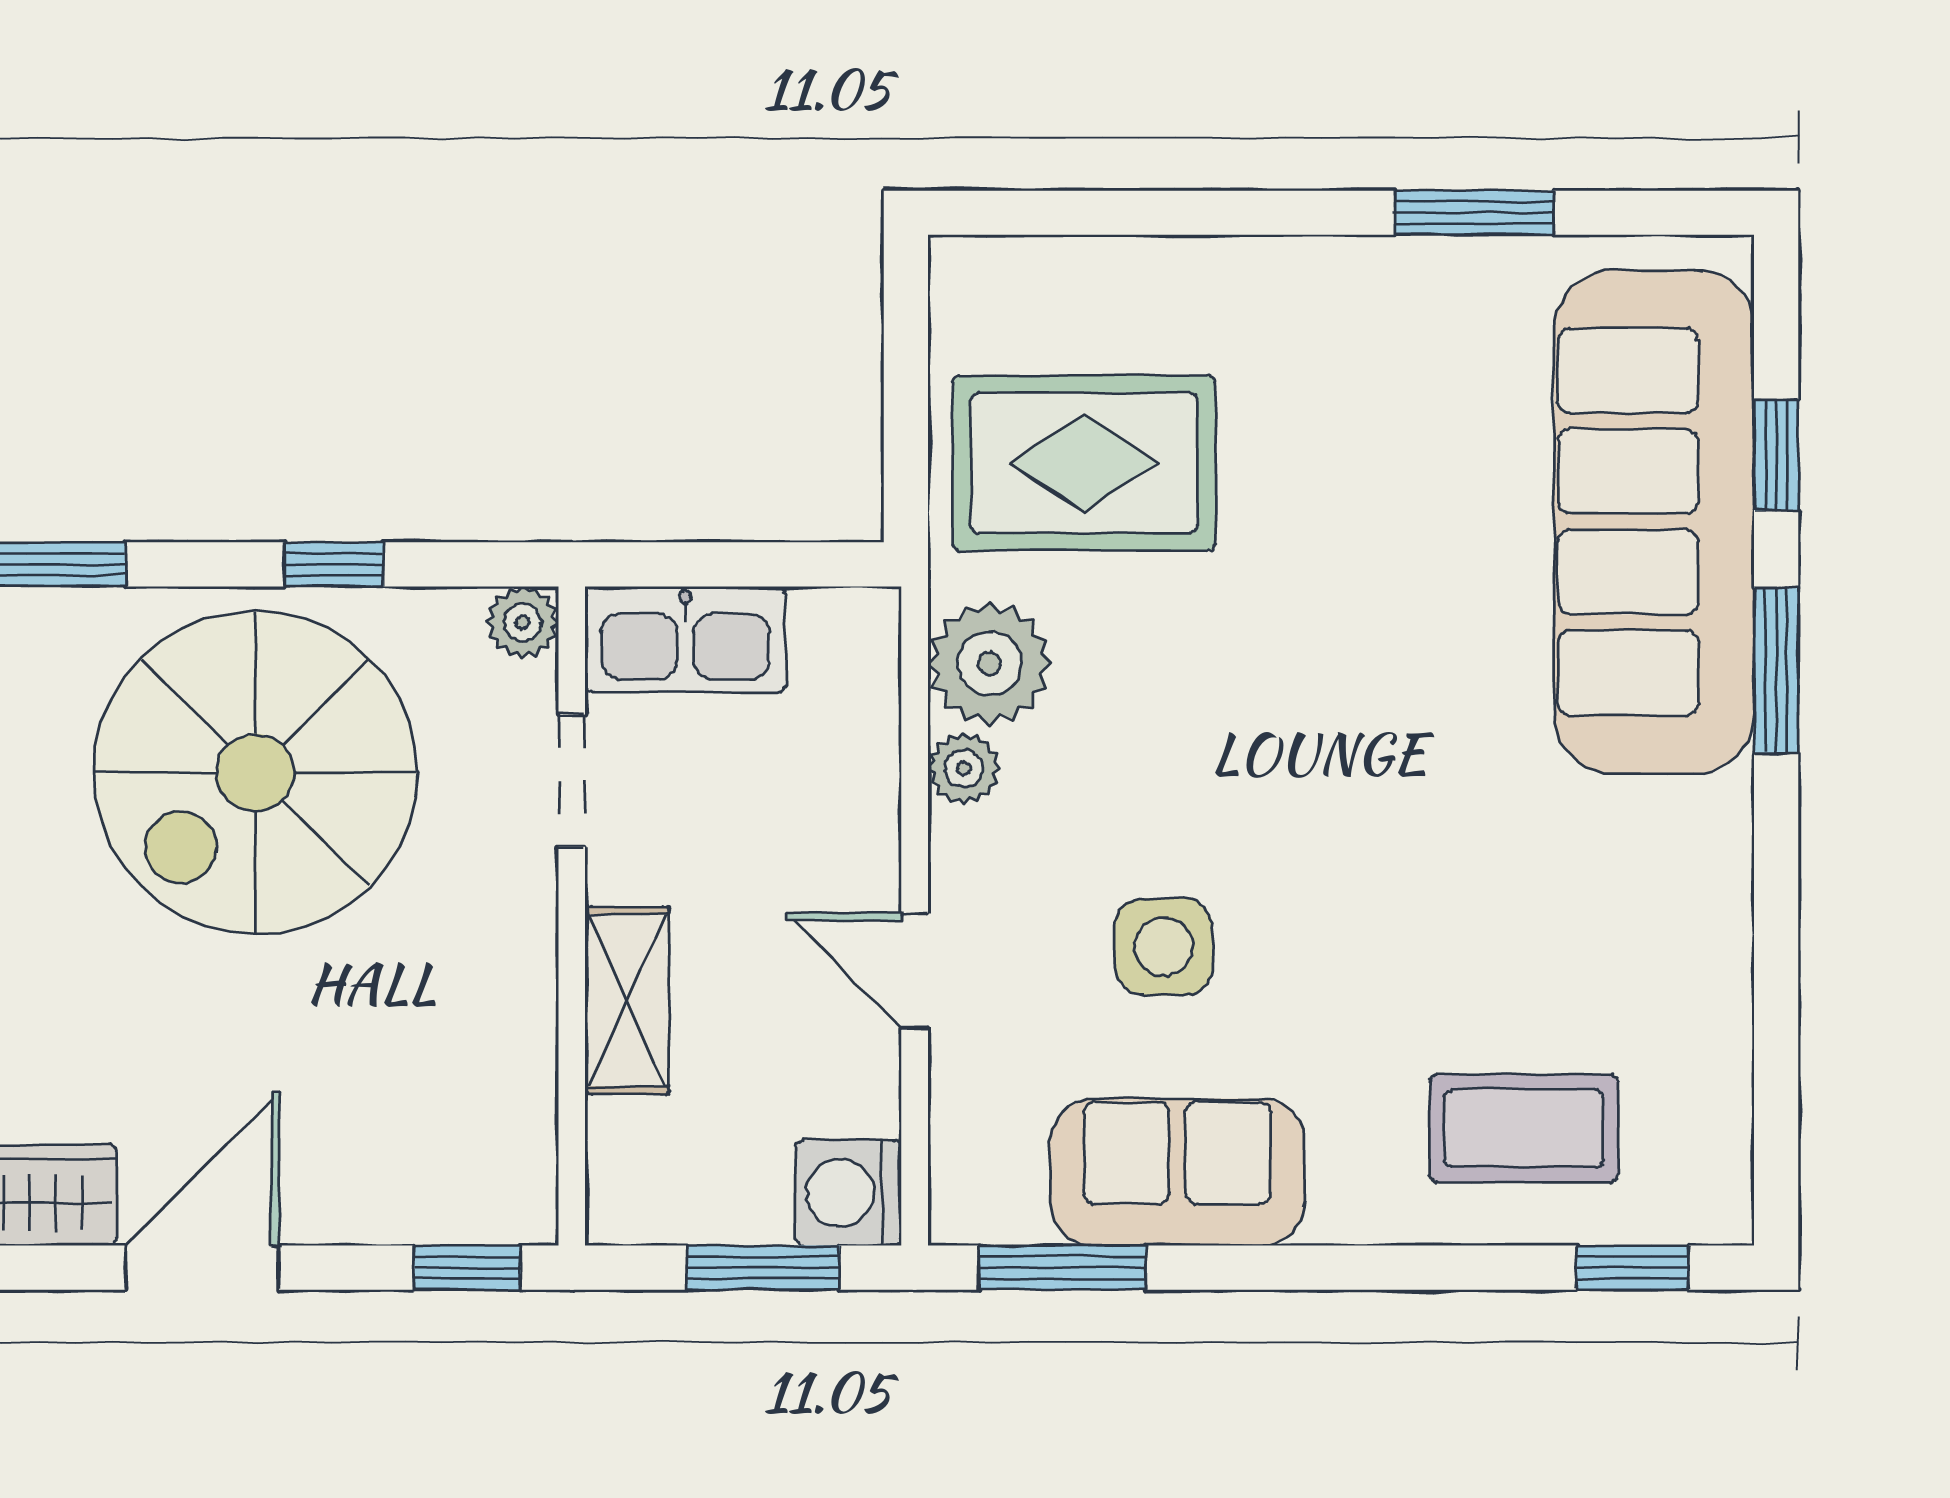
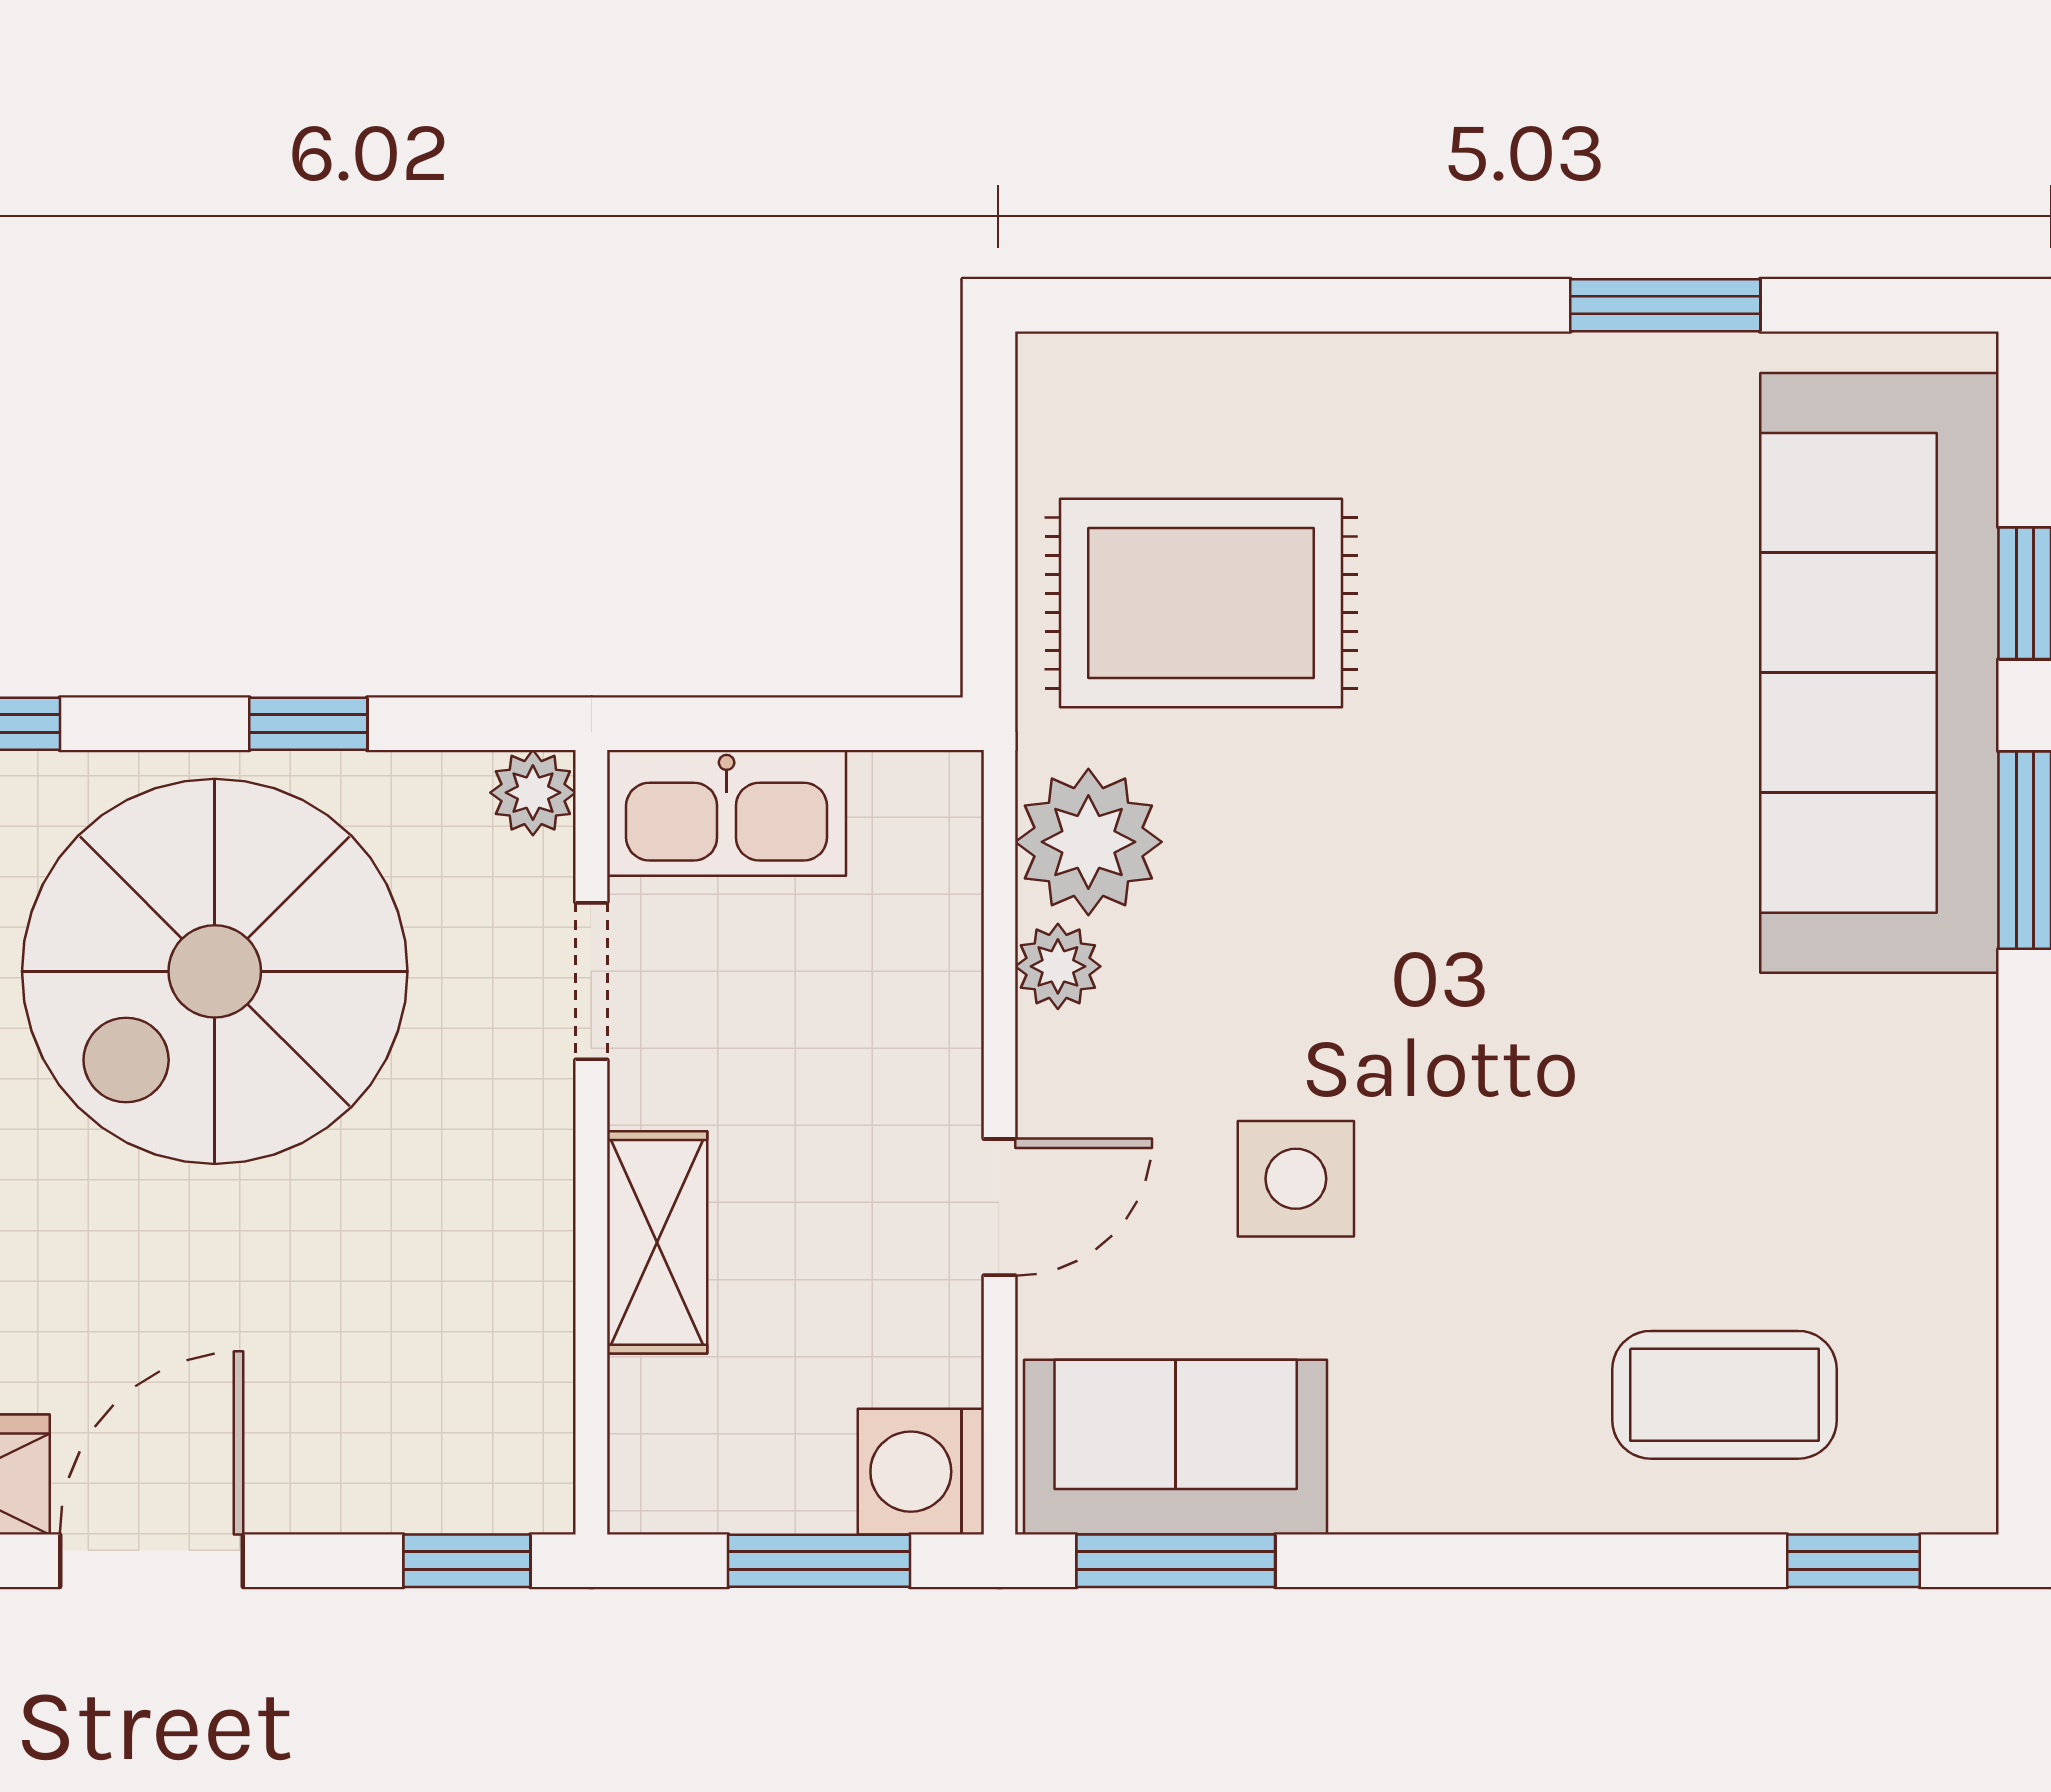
door: (915, 971) -> (999, 1207), swing flipped
sofa: (1177, 1172) -> (1176, 1447), moved

